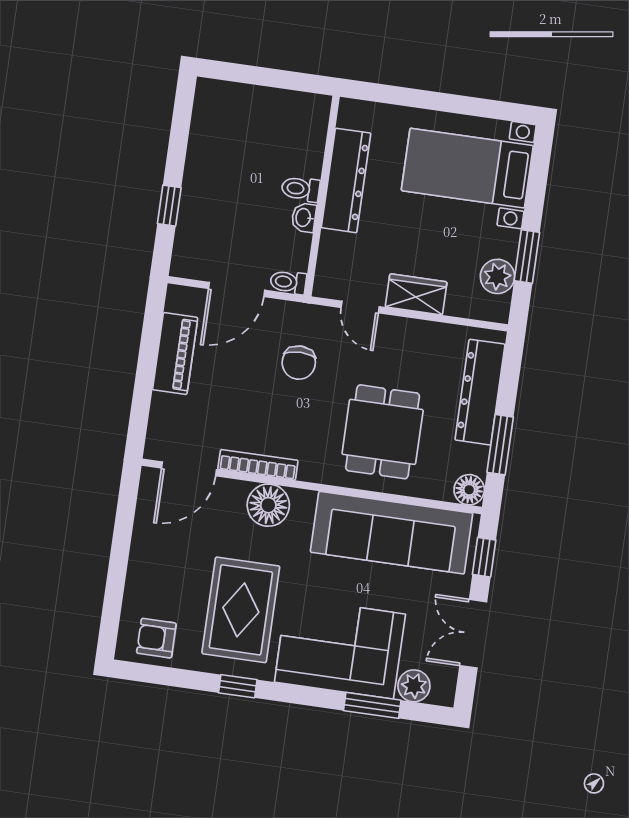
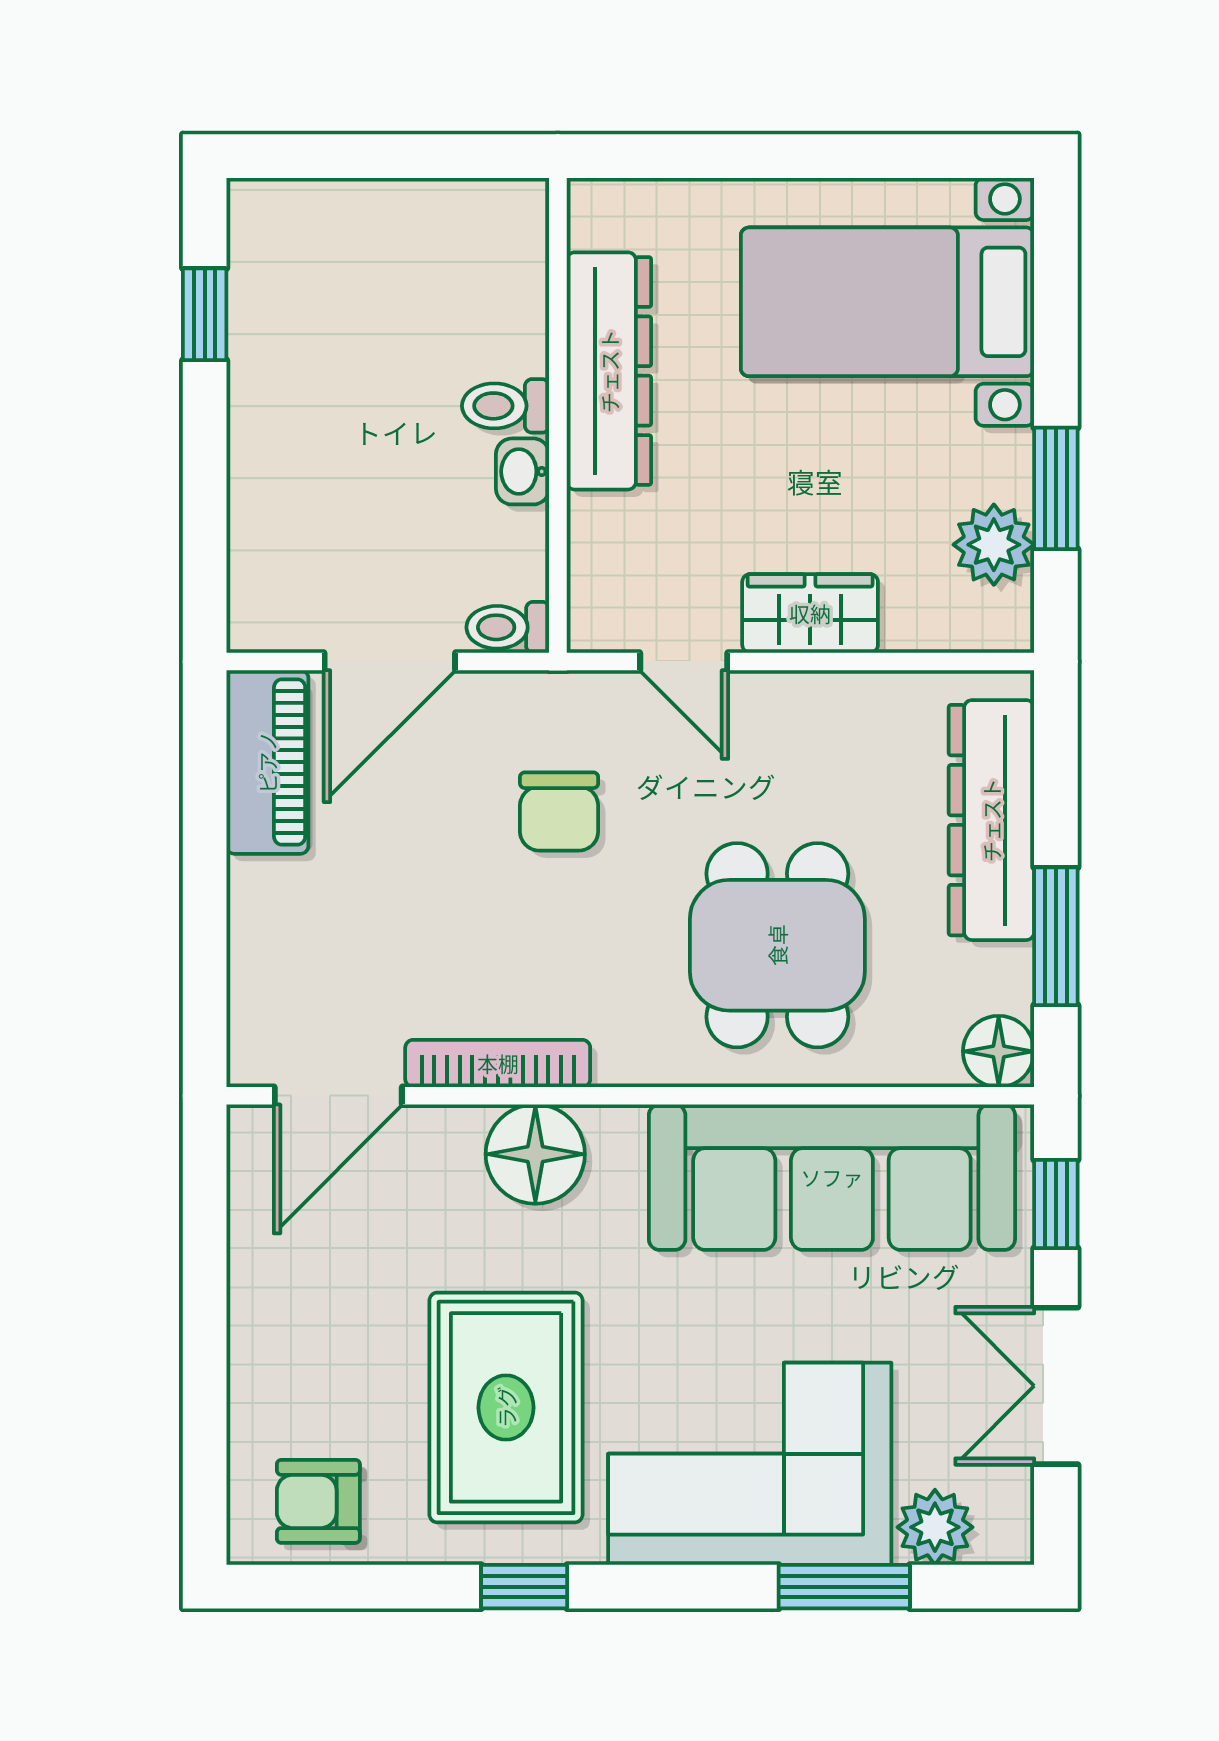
window: (169, 206) -> (205, 314), moved
piano: (175, 354) -> (267, 762), moved

